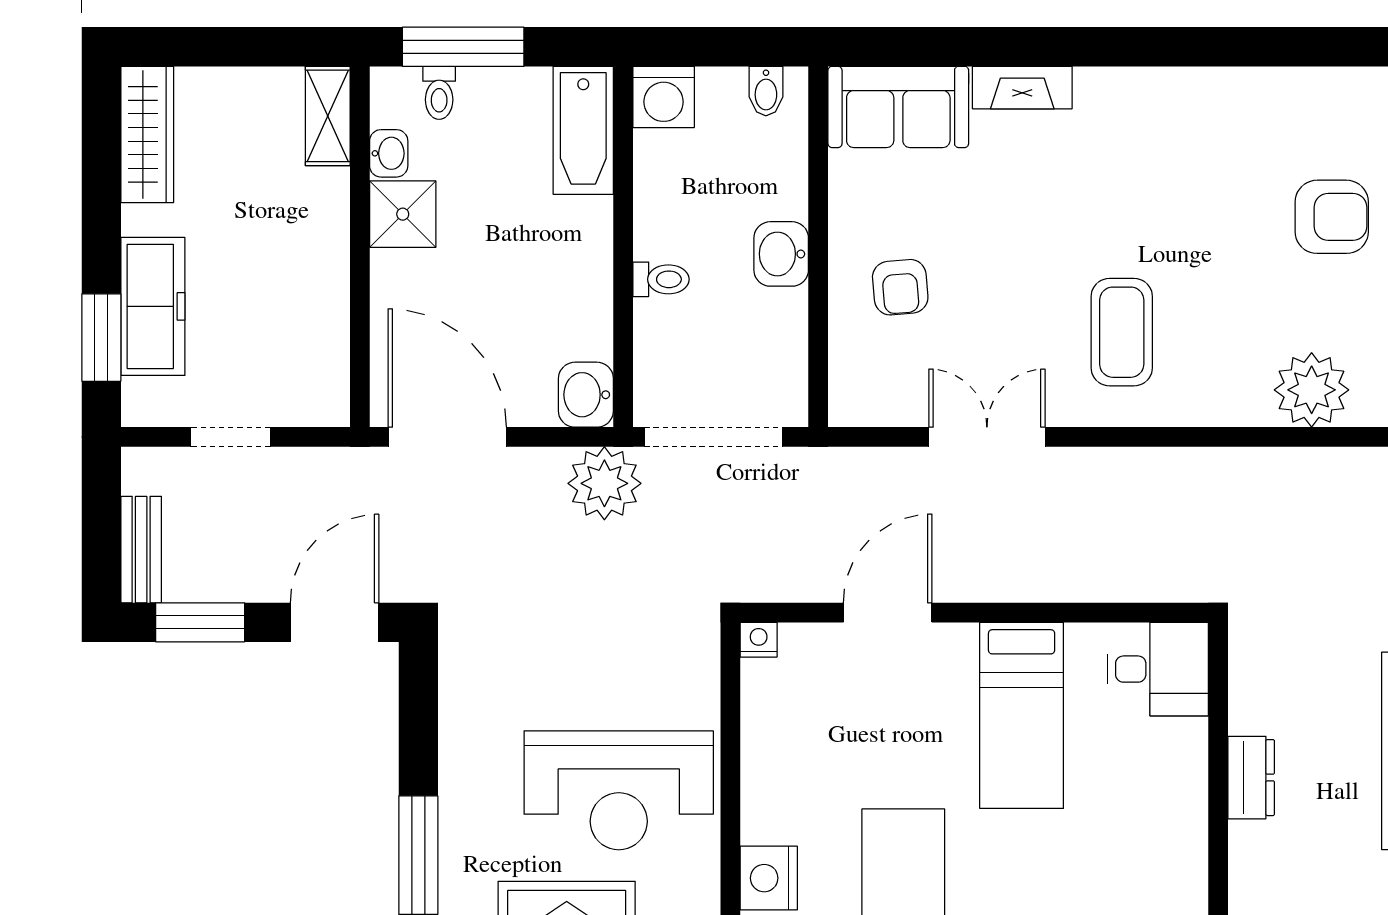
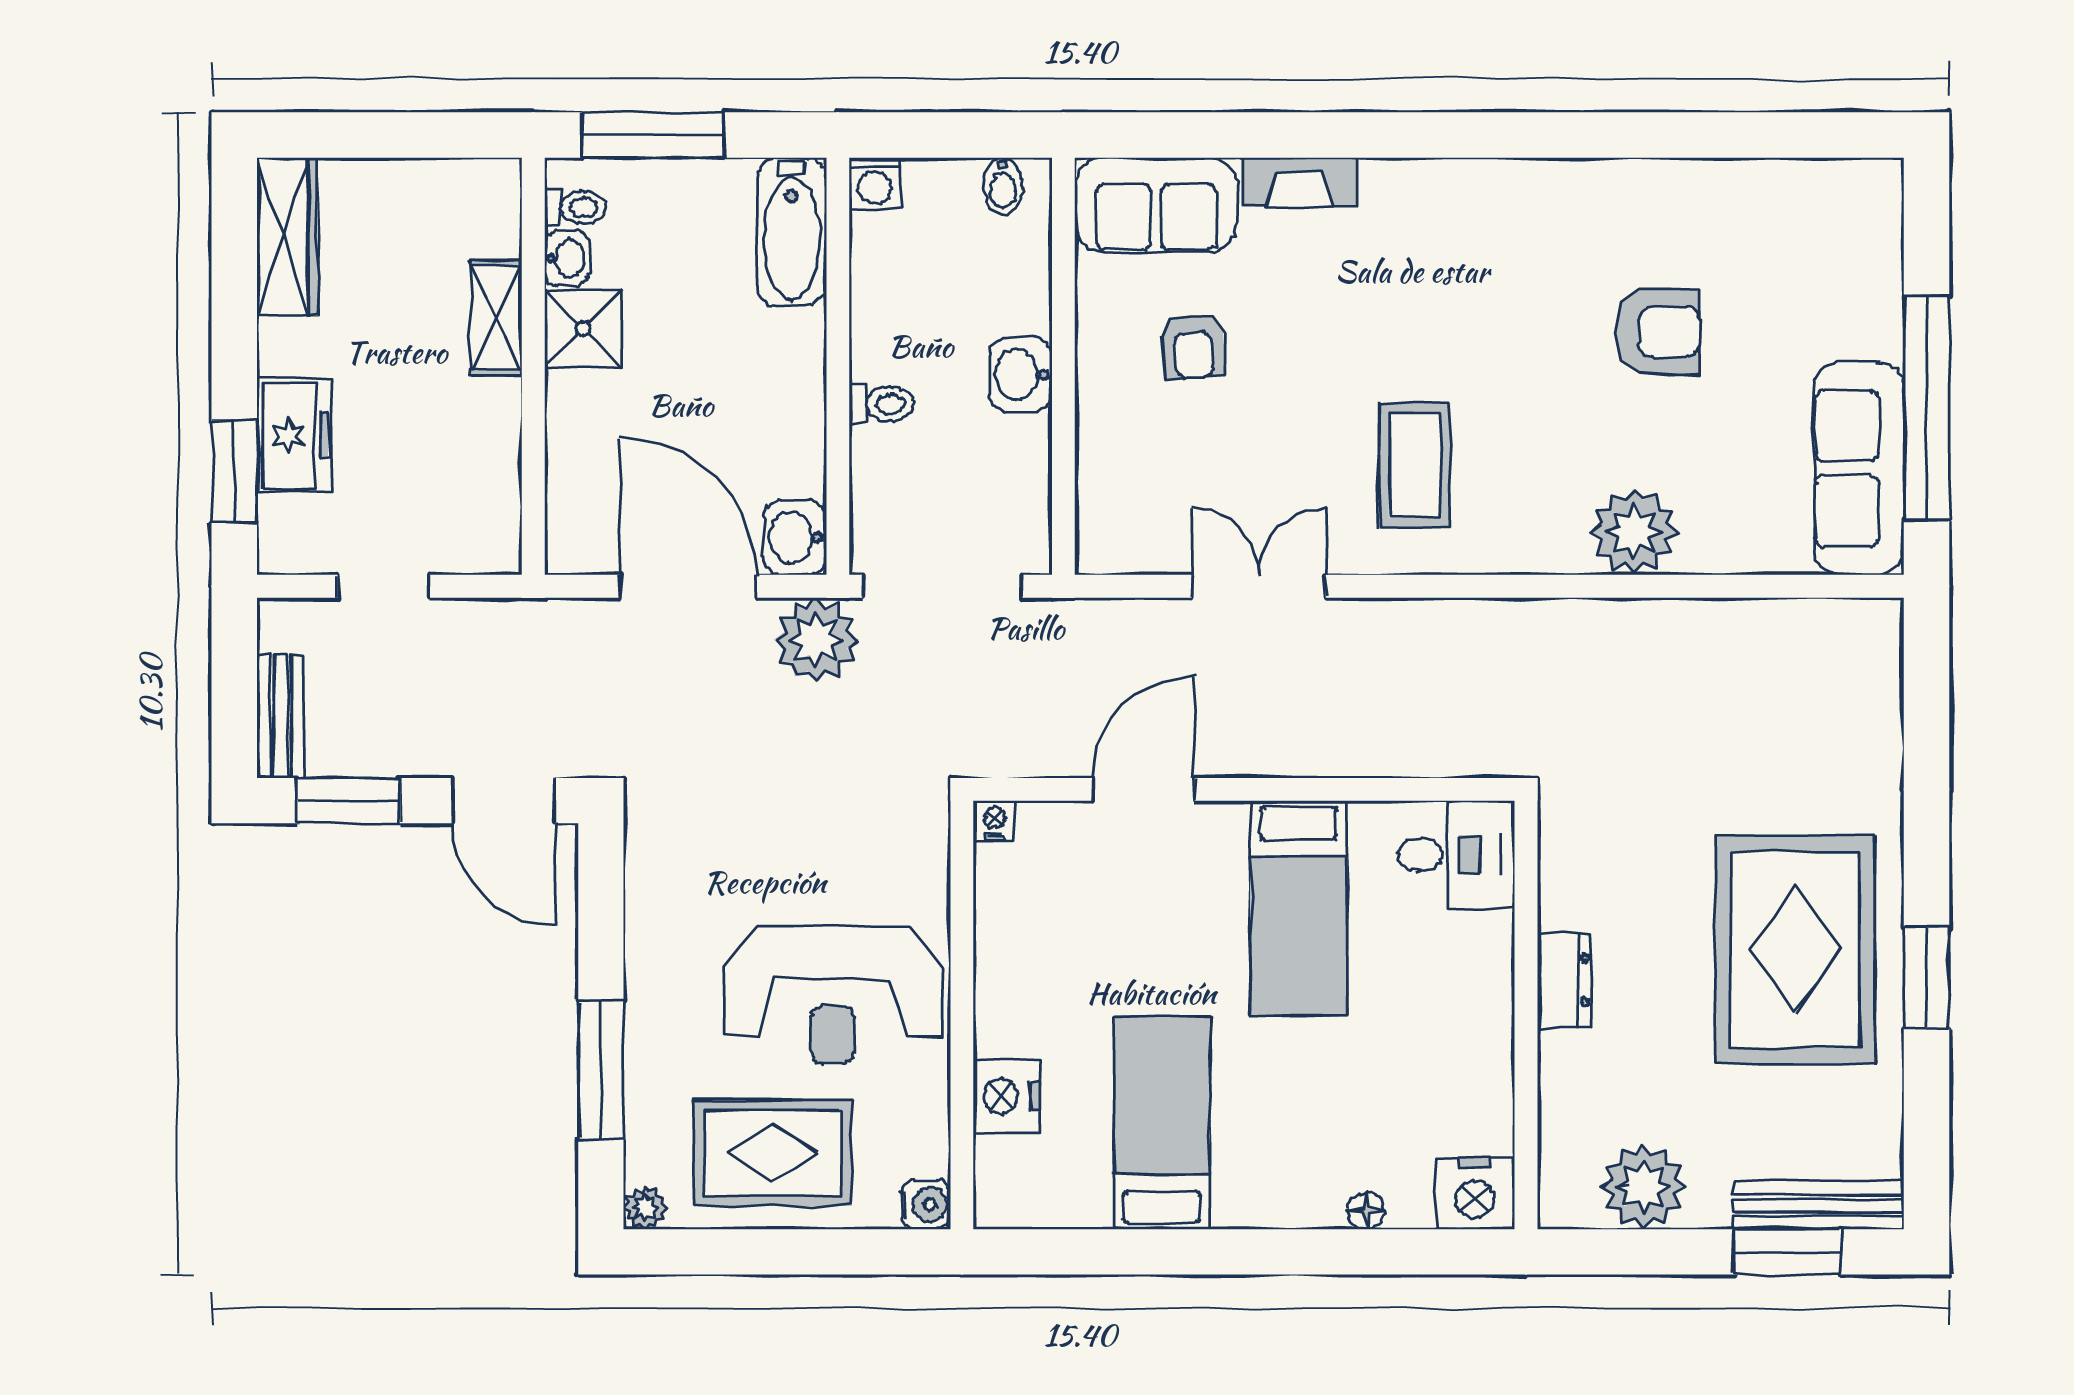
toilet: (439, 93) -> (575, 207), moved, turned -90
washing machine: (664, 97) -> (875, 183), width x0.73, depth x0.73
shelving: (328, 116) -> (496, 318), moved
armchair: (900, 287) -> (1193, 346), moved
freezer: (153, 306) -> (294, 435), width x0.71
door: (447, 437) -> (688, 586), moved
door: (335, 622) -> (504, 801), swing flipped

